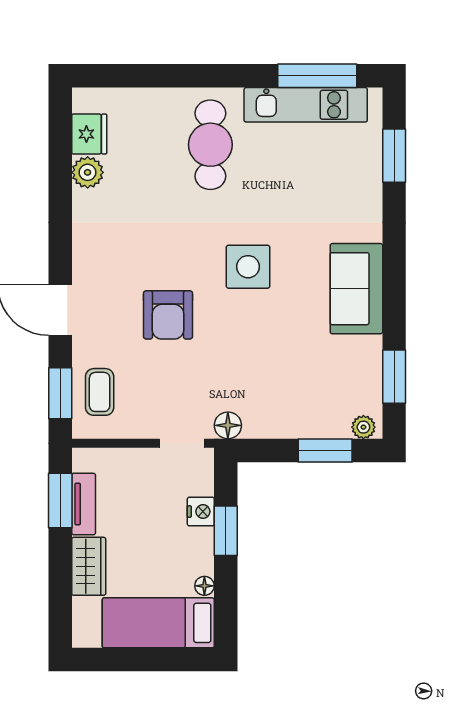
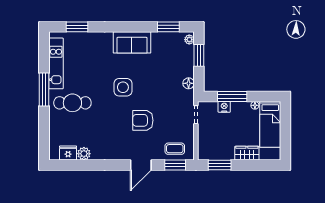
window: (317, 76) -> (44, 89), moved
armchair: (168, 315) -> (143, 120), turned 180
floor lamp: (228, 425) -> (189, 83), moved
tv unit: (84, 504) -> (221, 155), removed
window: (226, 531) -> (232, 96), width x1.44

